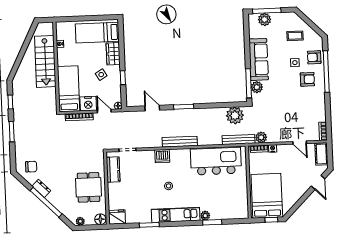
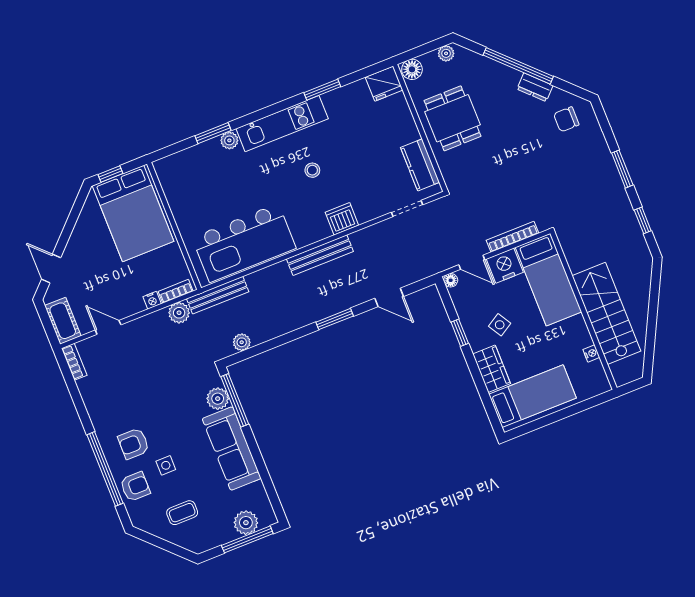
plant: (235, 115) -> (242, 342), width x0.53, depth x0.53

